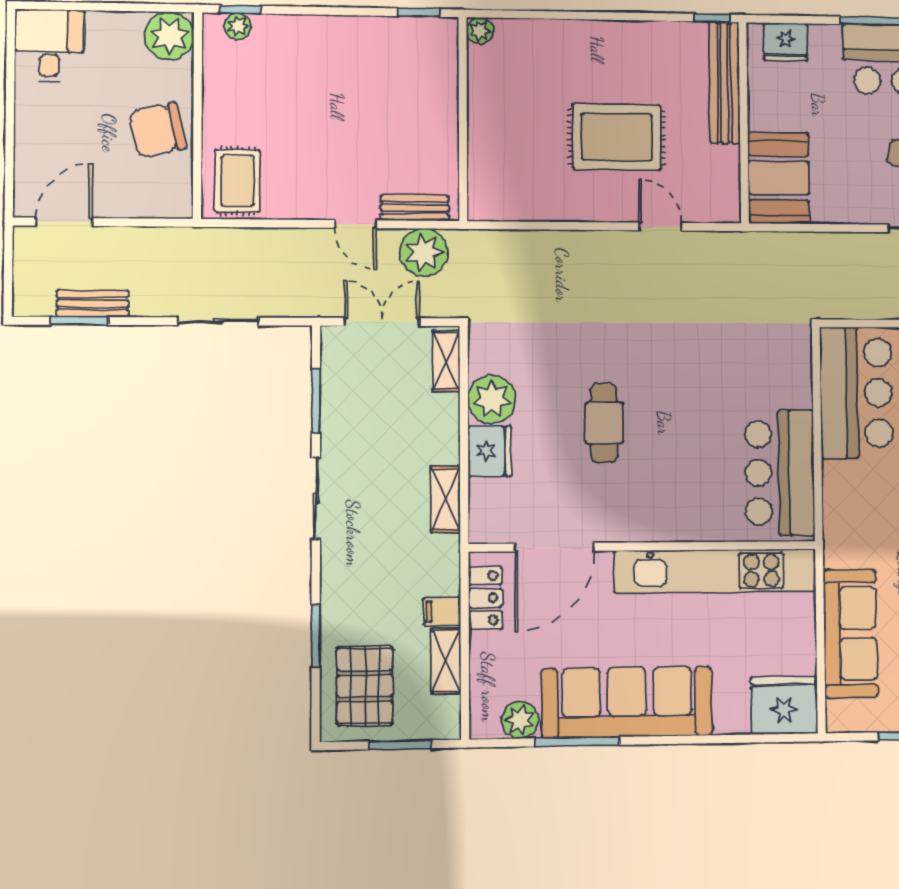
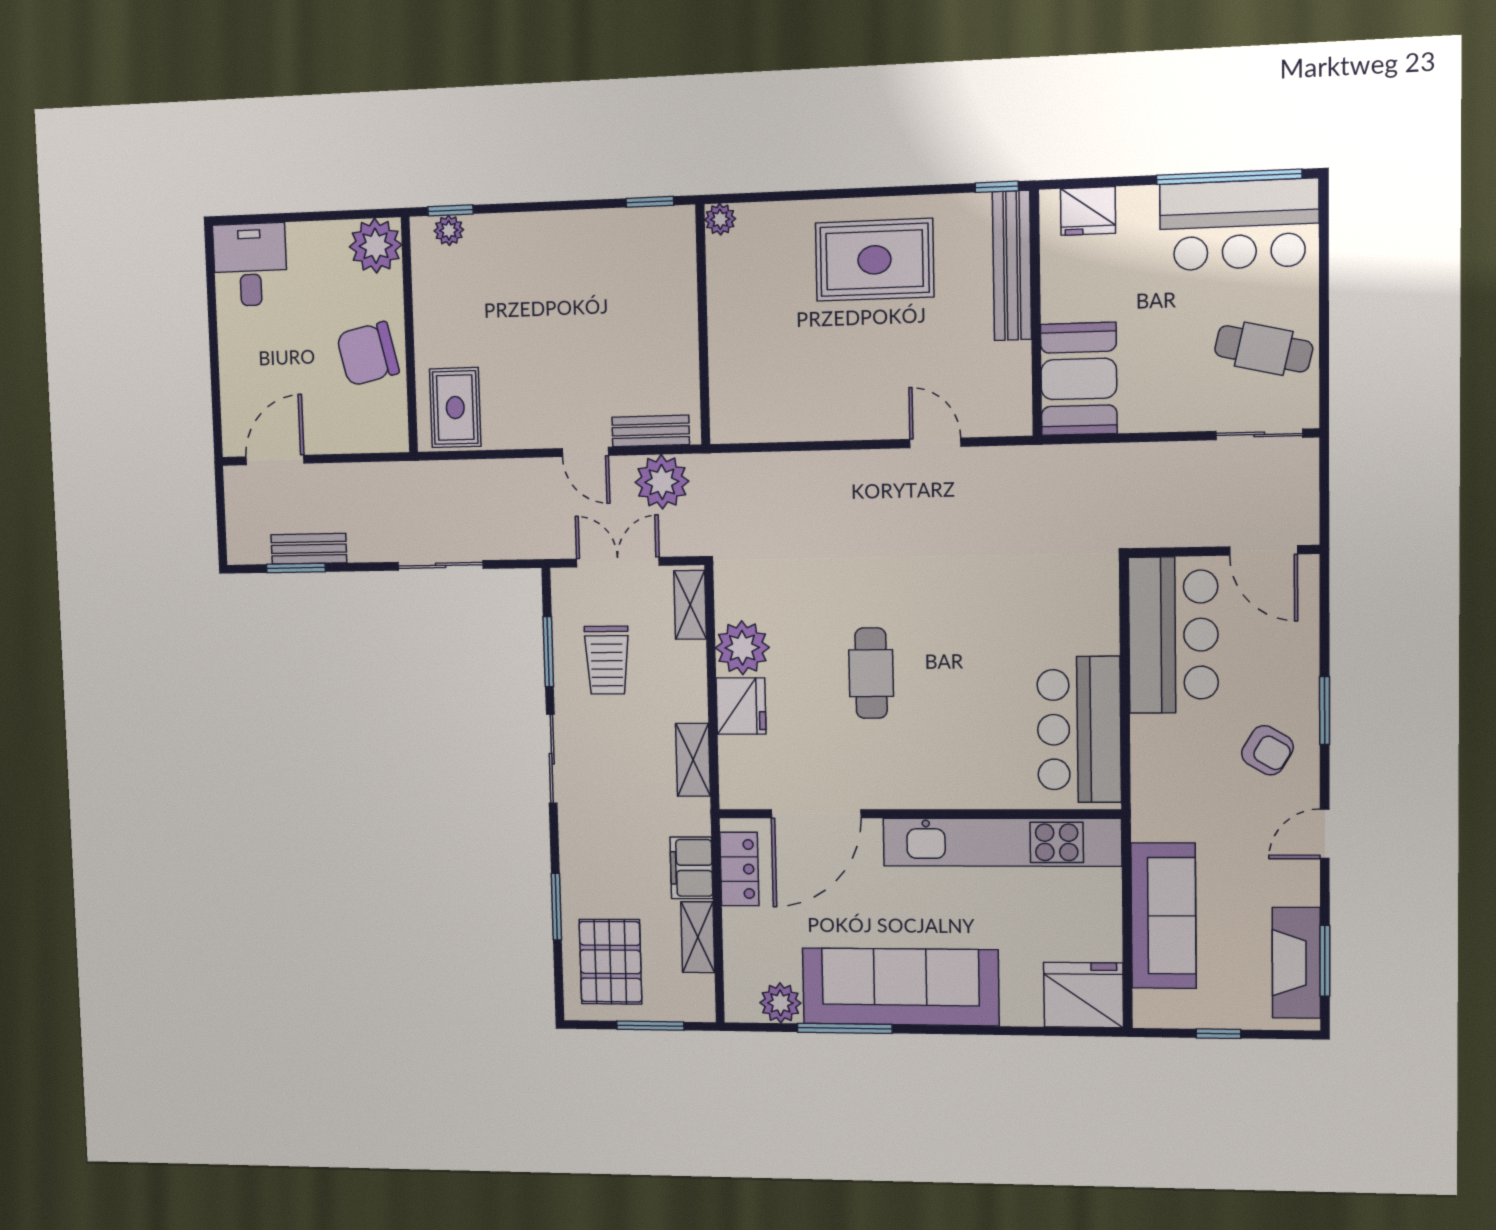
rug: (617, 137) -> (875, 260), moved
trolley: (370, 409) -> (607, 660), added
filing cabinet: (442, 612) -> (691, 868), width x2.00

